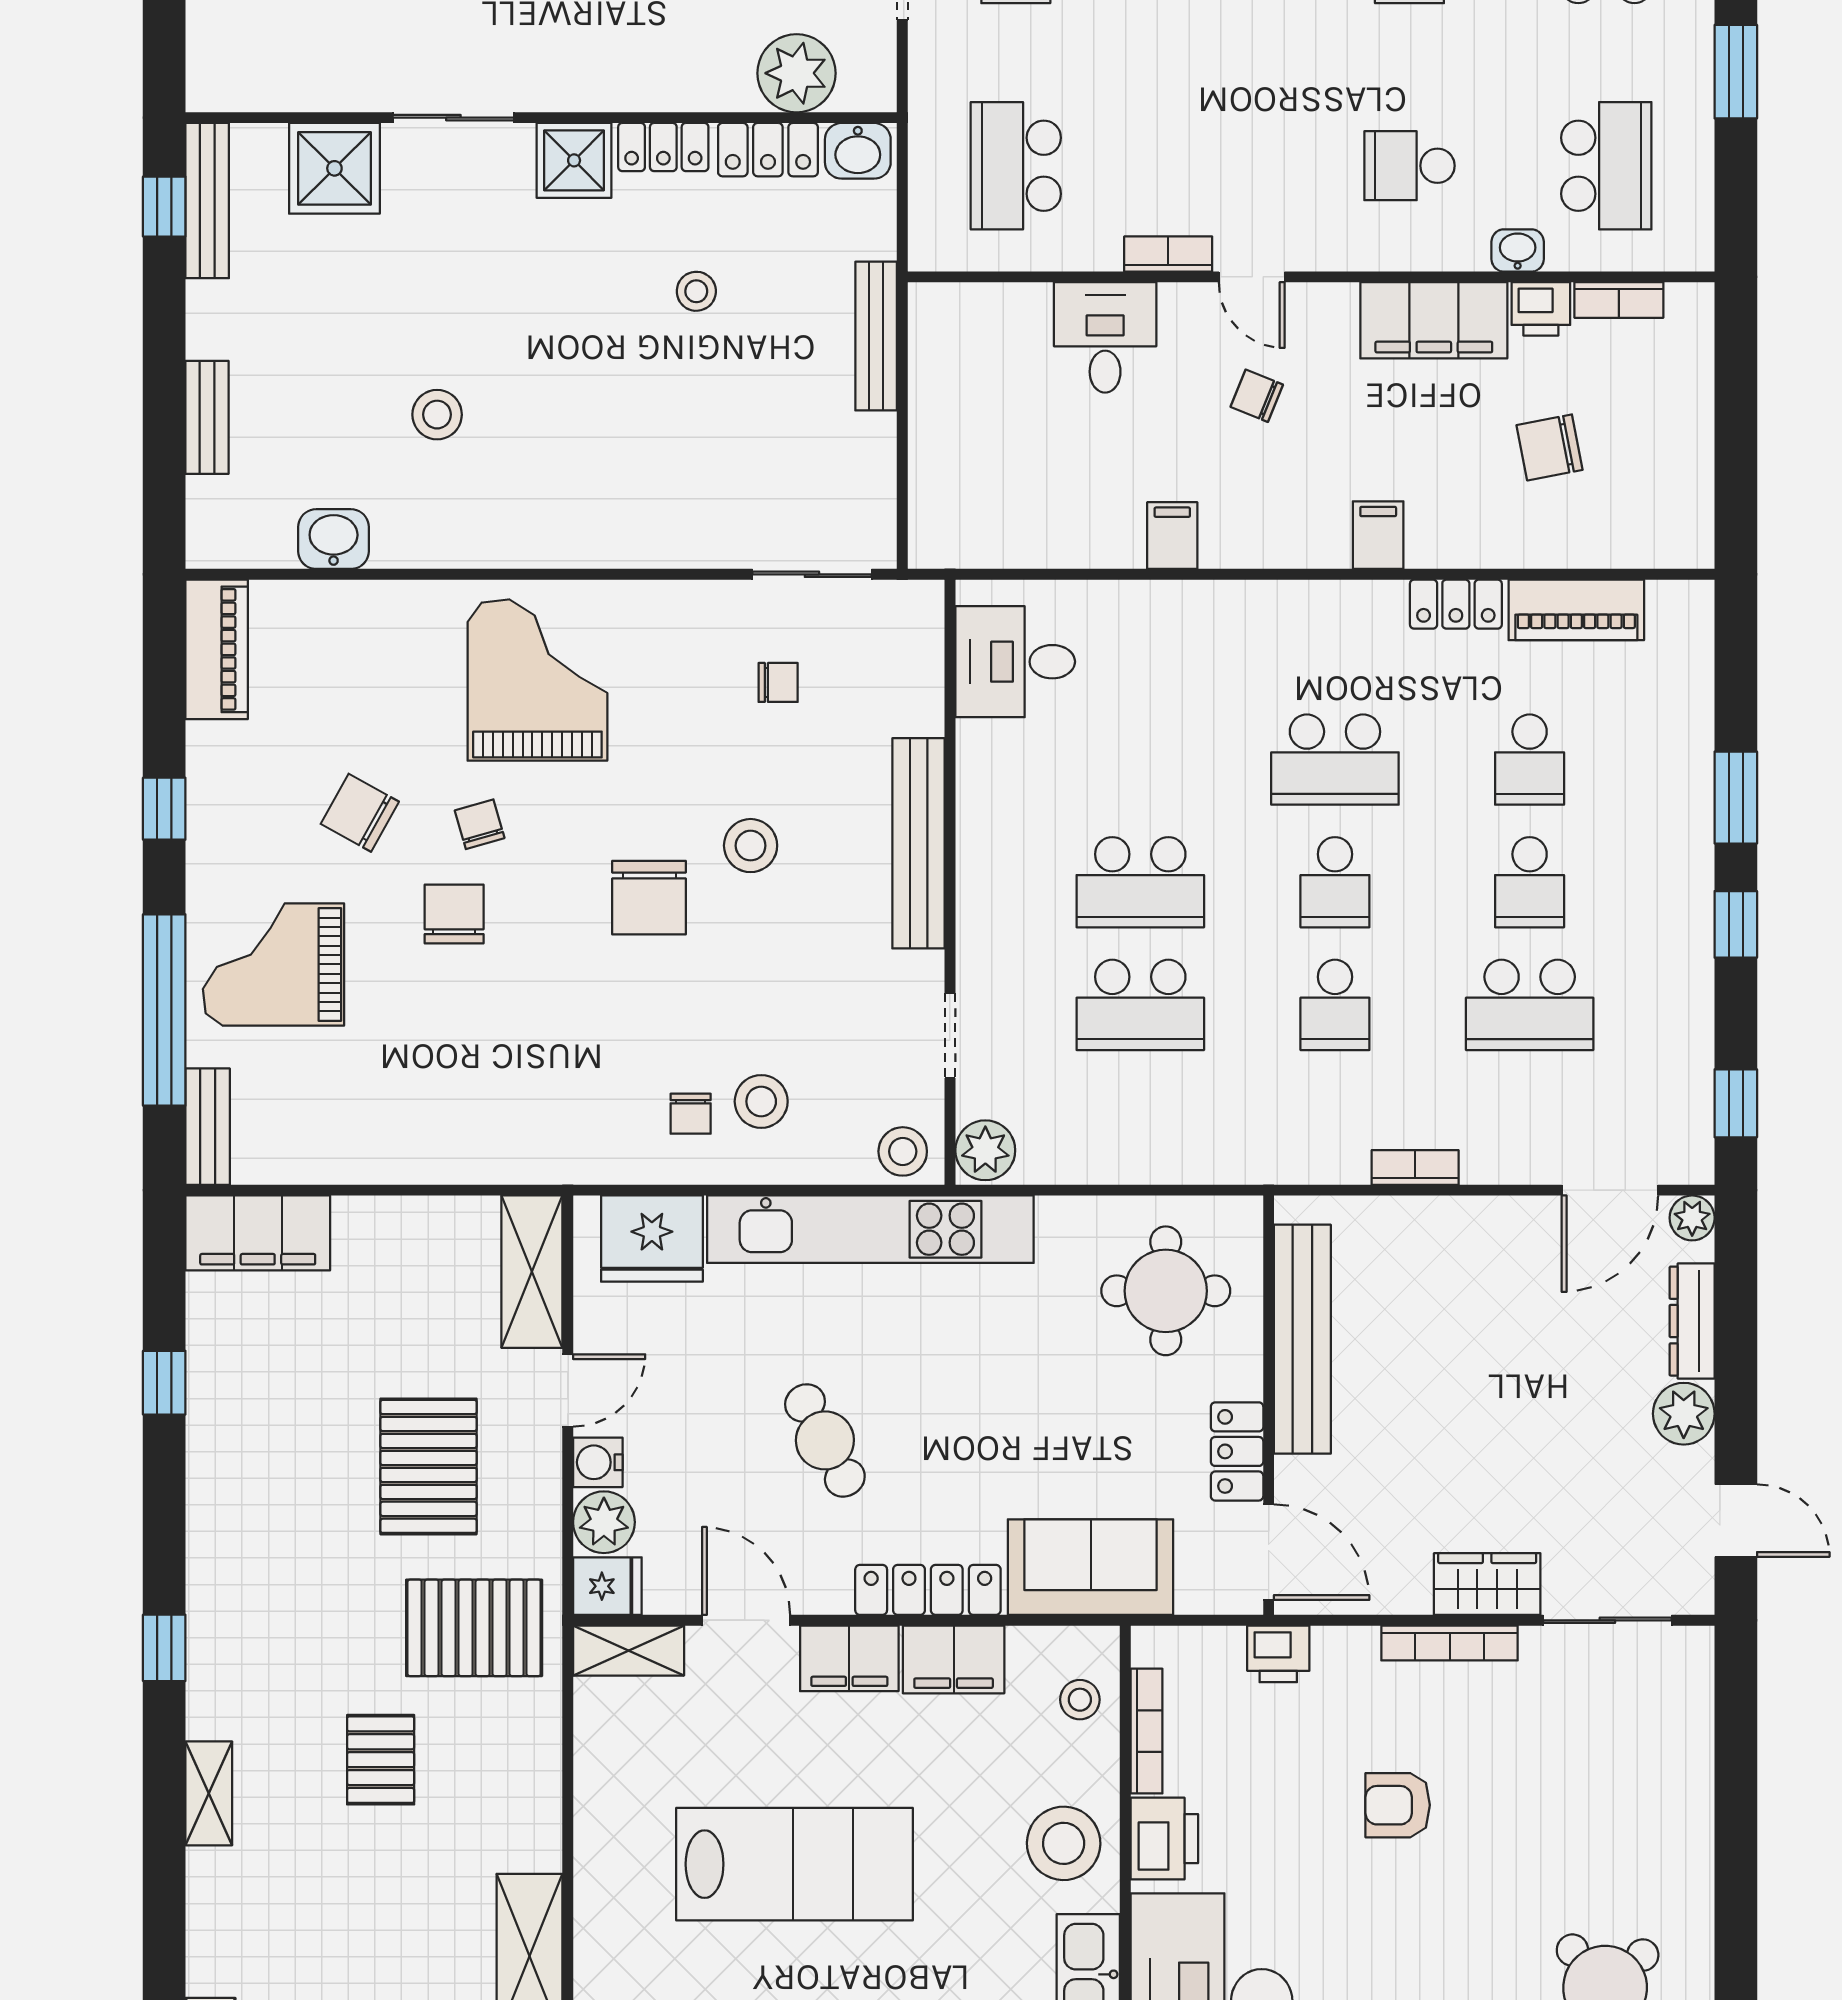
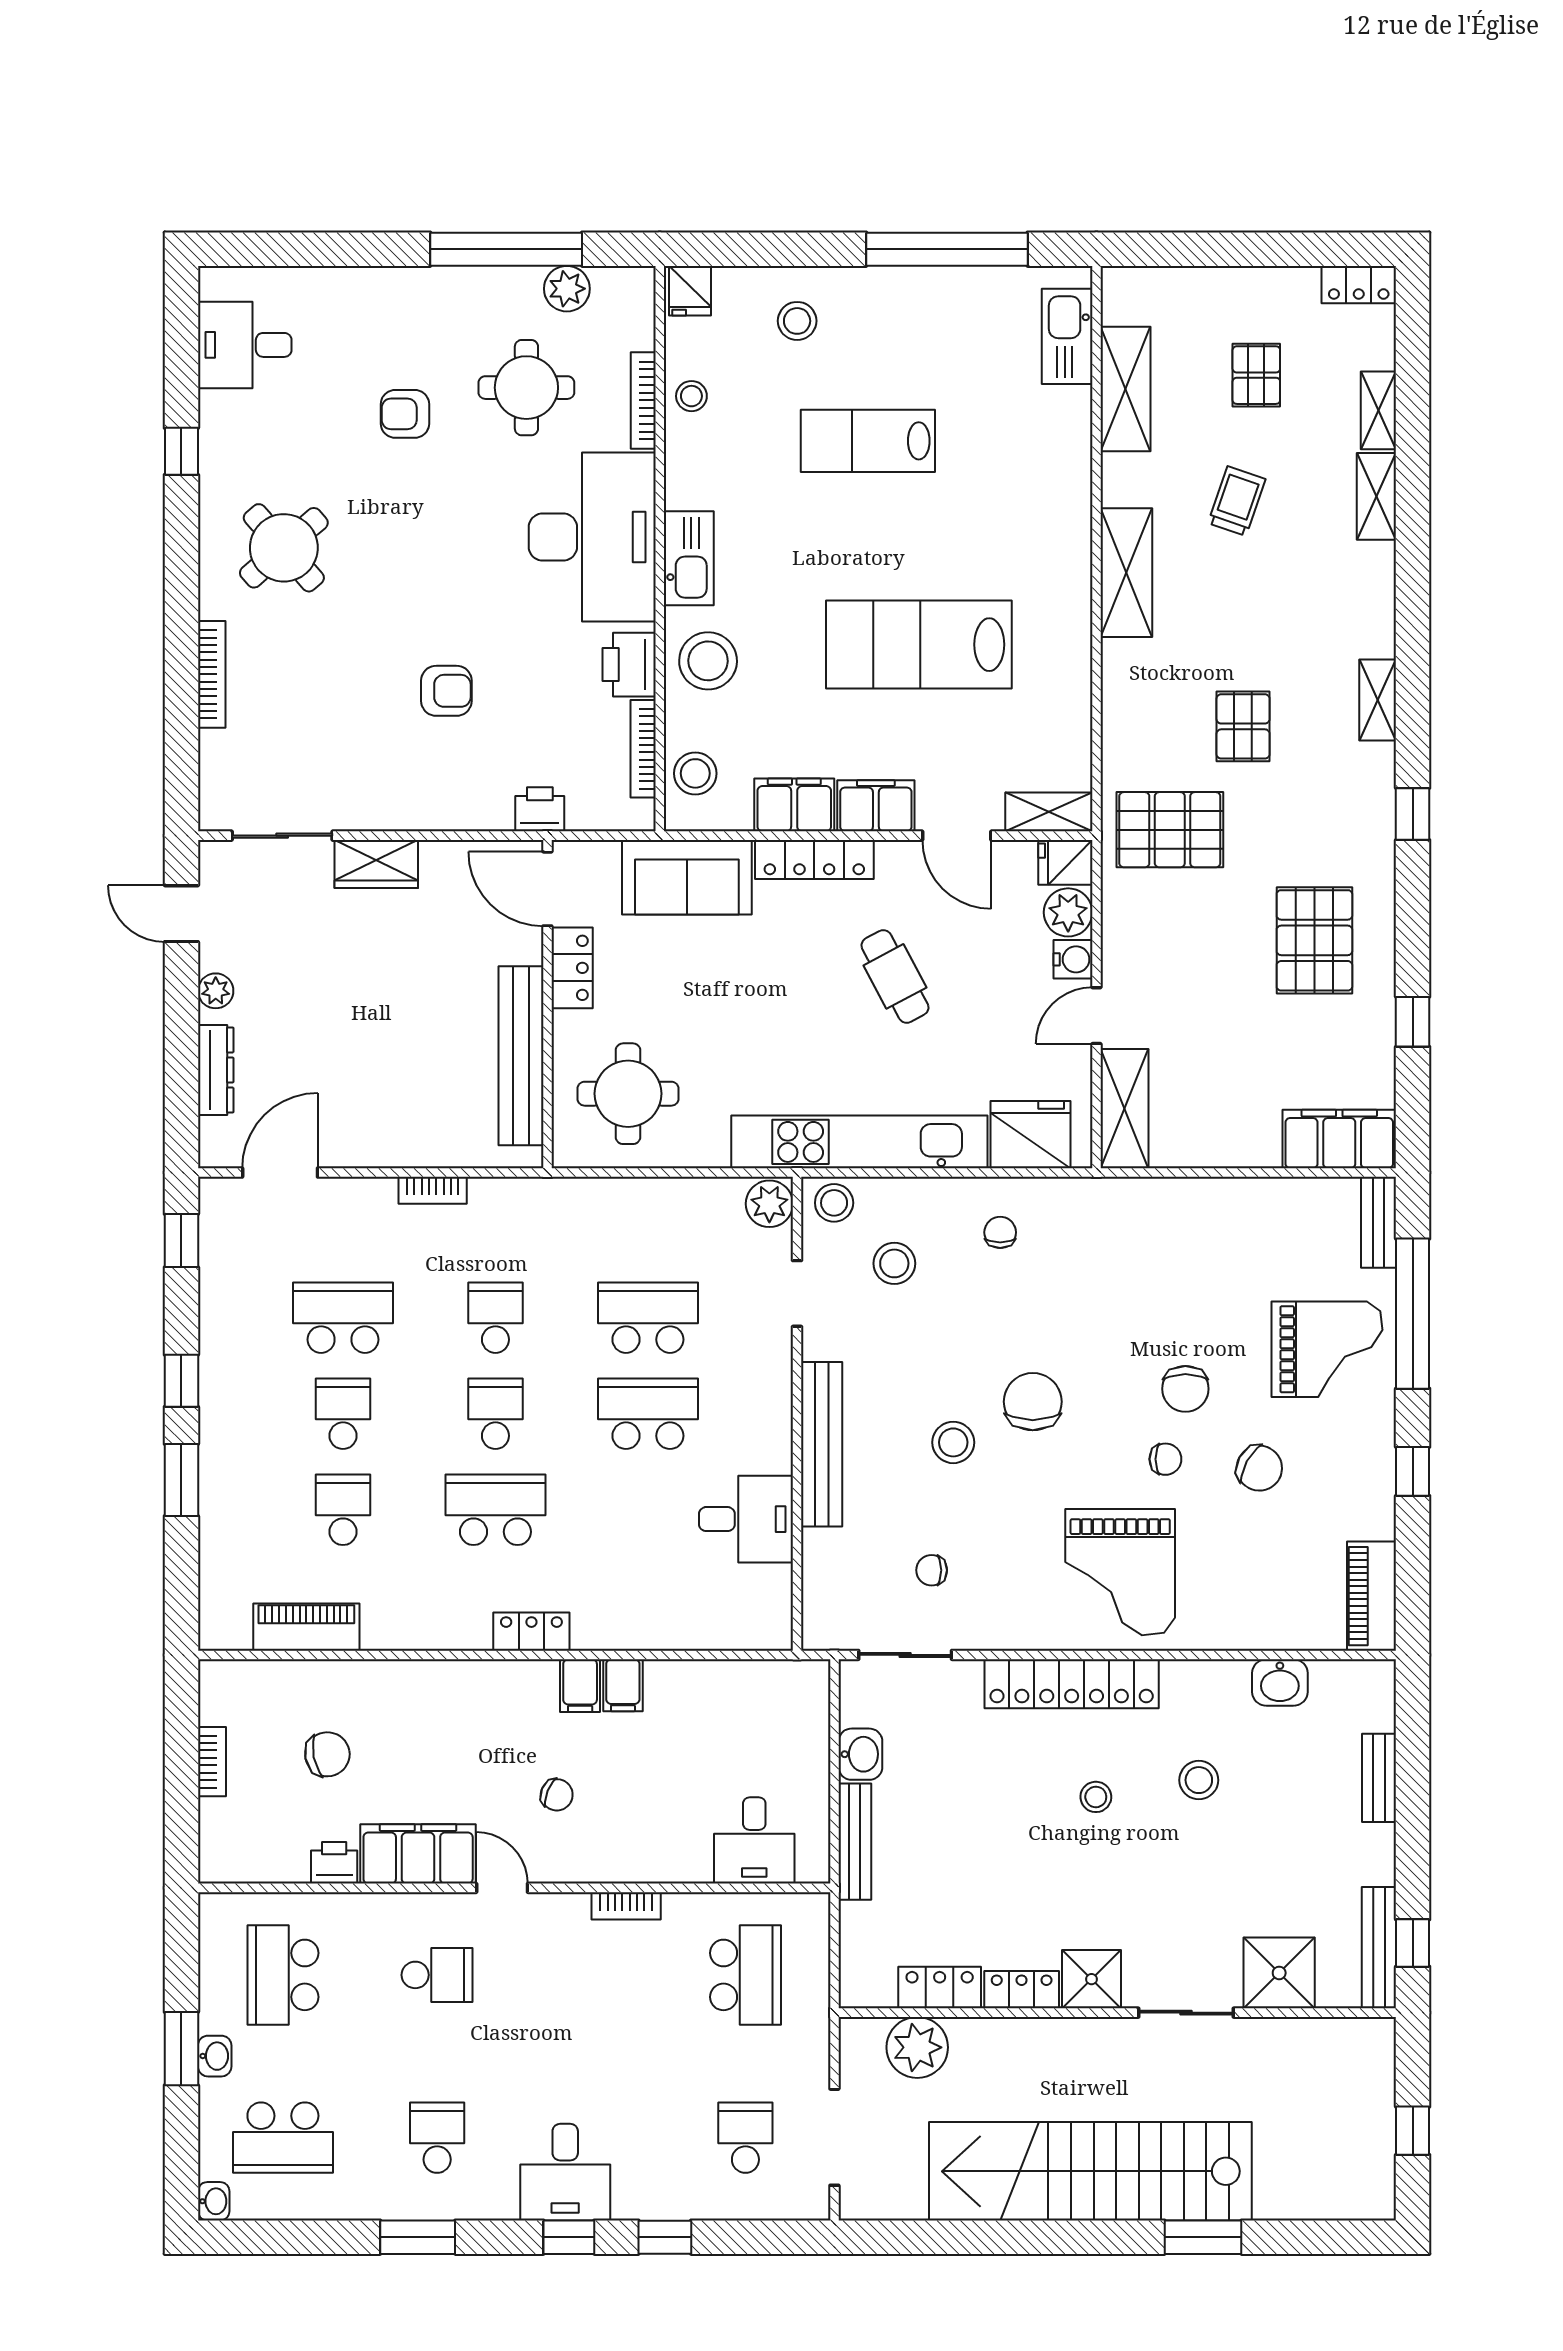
washbasin: (858, 151) -> (860, 1754), moved, turned 90
washbasin: (1518, 250) -> (215, 2056), moved, turned -90
door: (1252, 277) -> (502, 1888), moved
stool: (696, 291) -> (1096, 1797), moved
bookcase: (1619, 300) -> (212, 1762), moved, turned 90
desk: (1105, 337) -> (754, 1840), moved
filing cabinet: (1378, 535) -> (580, 1686), moved
locker: (599, 538) -> (1072, 1684), added
locker: (1456, 604) -> (531, 1632), moved
desk: (1015, 662) -> (746, 1519), moved
chair: (480, 824) -> (1165, 1459), turned -74
stool: (761, 1101) -> (894, 1263), moved
plant: (1692, 1218) -> (216, 1151), removed
plant: (1684, 1414) -> (216, 991), width x0.73, depth x0.73
pallet: (429, 1466) -> (1314, 940), moved
bookcase: (1450, 1643) -> (212, 674), moved, turned 90
stool: (1080, 1700) -> (695, 773), width x1.37, depth x1.37

